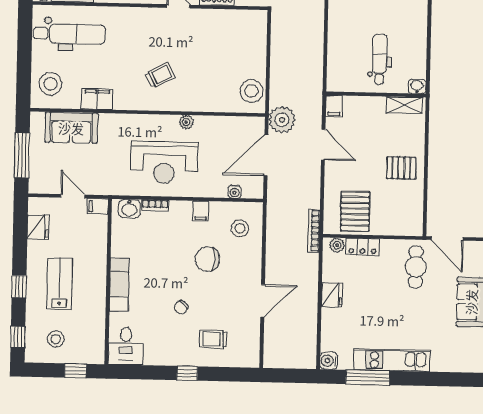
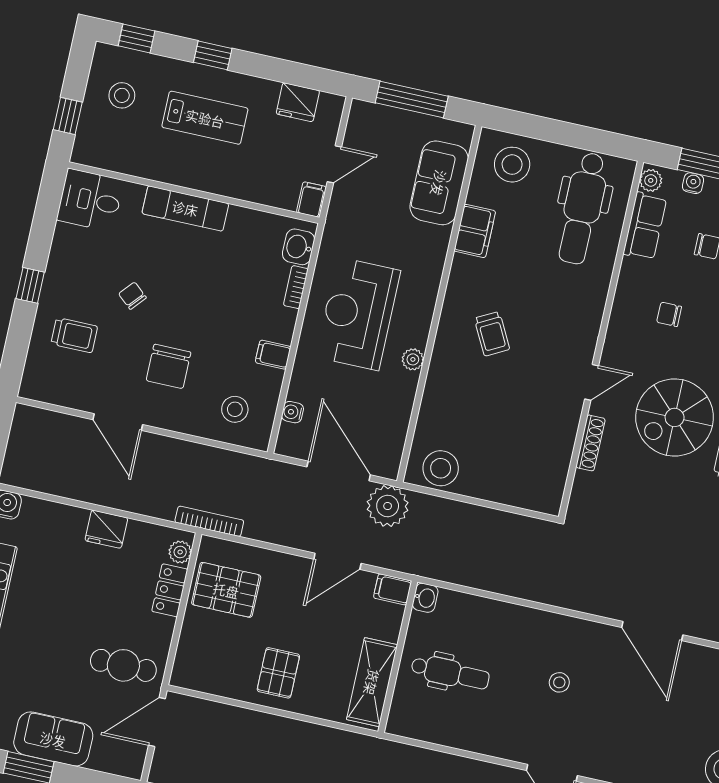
washbasin: (417, 86) -> (425, 598), moved
shelving: (404, 105) -> (372, 682), width x1.50, depth x1.33
chair: (207, 259) -> (169, 366), moved, turned 180
trolley: (213, 339) -> (74, 335), turned 90

